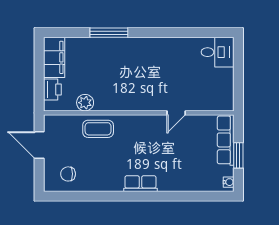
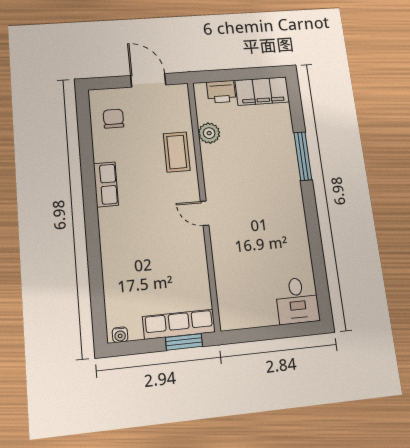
door: (176, 113) -> (205, 213), moved
door: (39, 145) -> (148, 80), hinge flipped
window: (238, 155) -> (184, 342), moved
row of seats: (140, 184) -> (106, 184), moved

